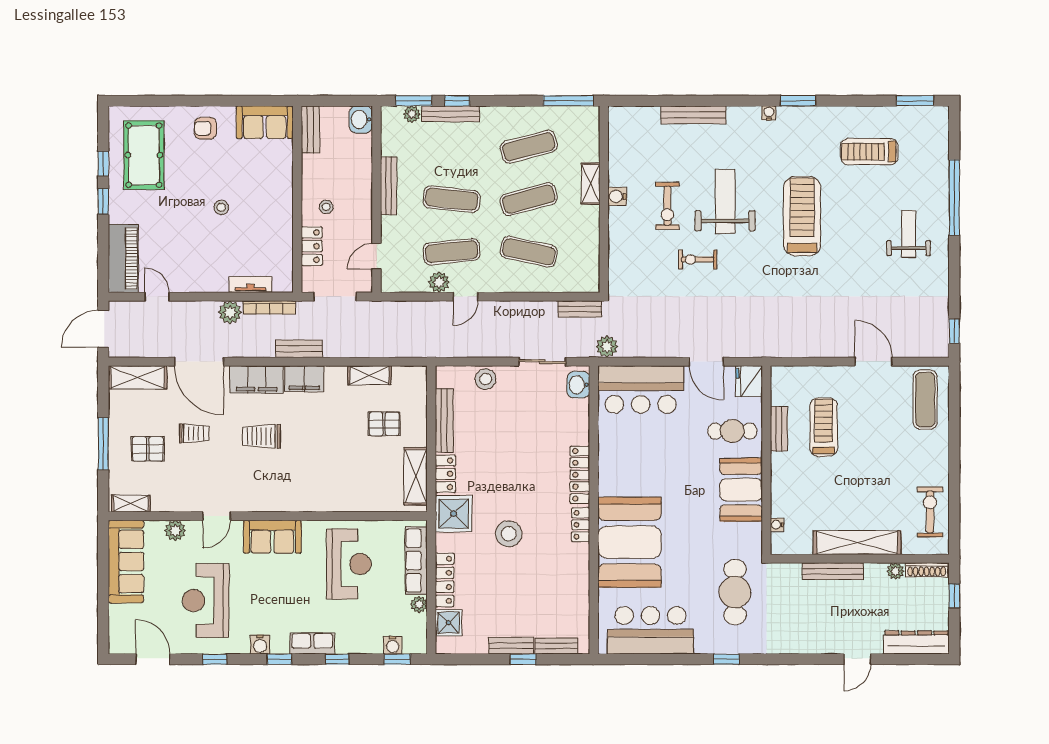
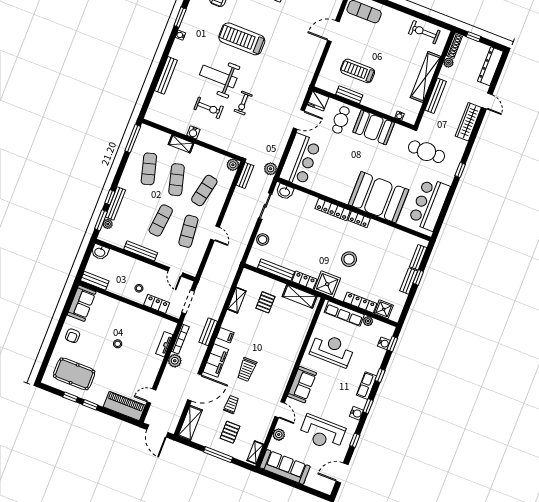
plant: (439, 282) -> (233, 165), moved
filing cabinet: (304, 379) -> (225, 335), width x0.50
wardrobe: (811, 642) -> (468, 122), added

